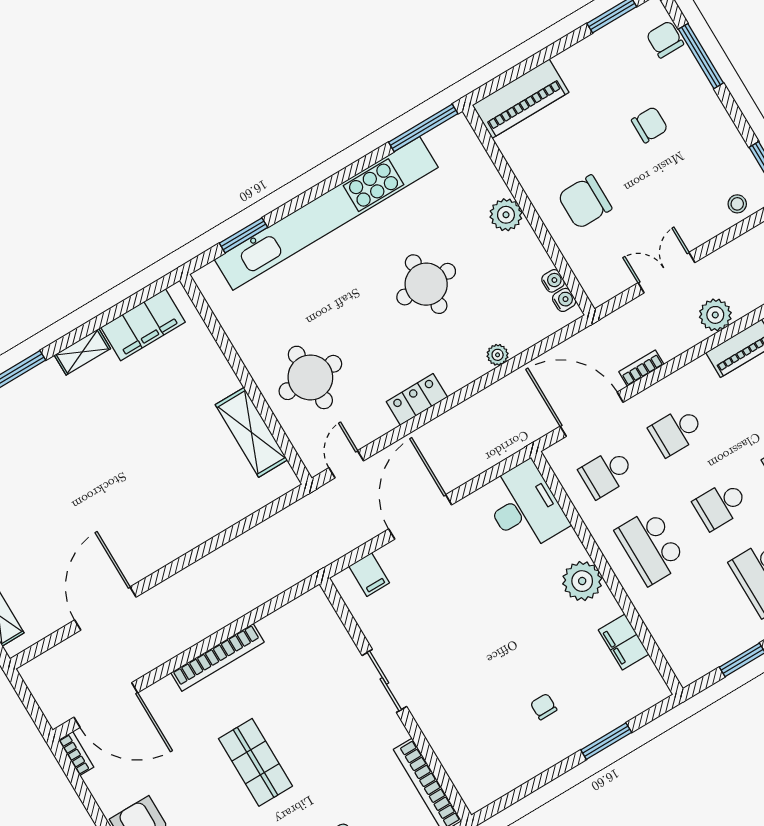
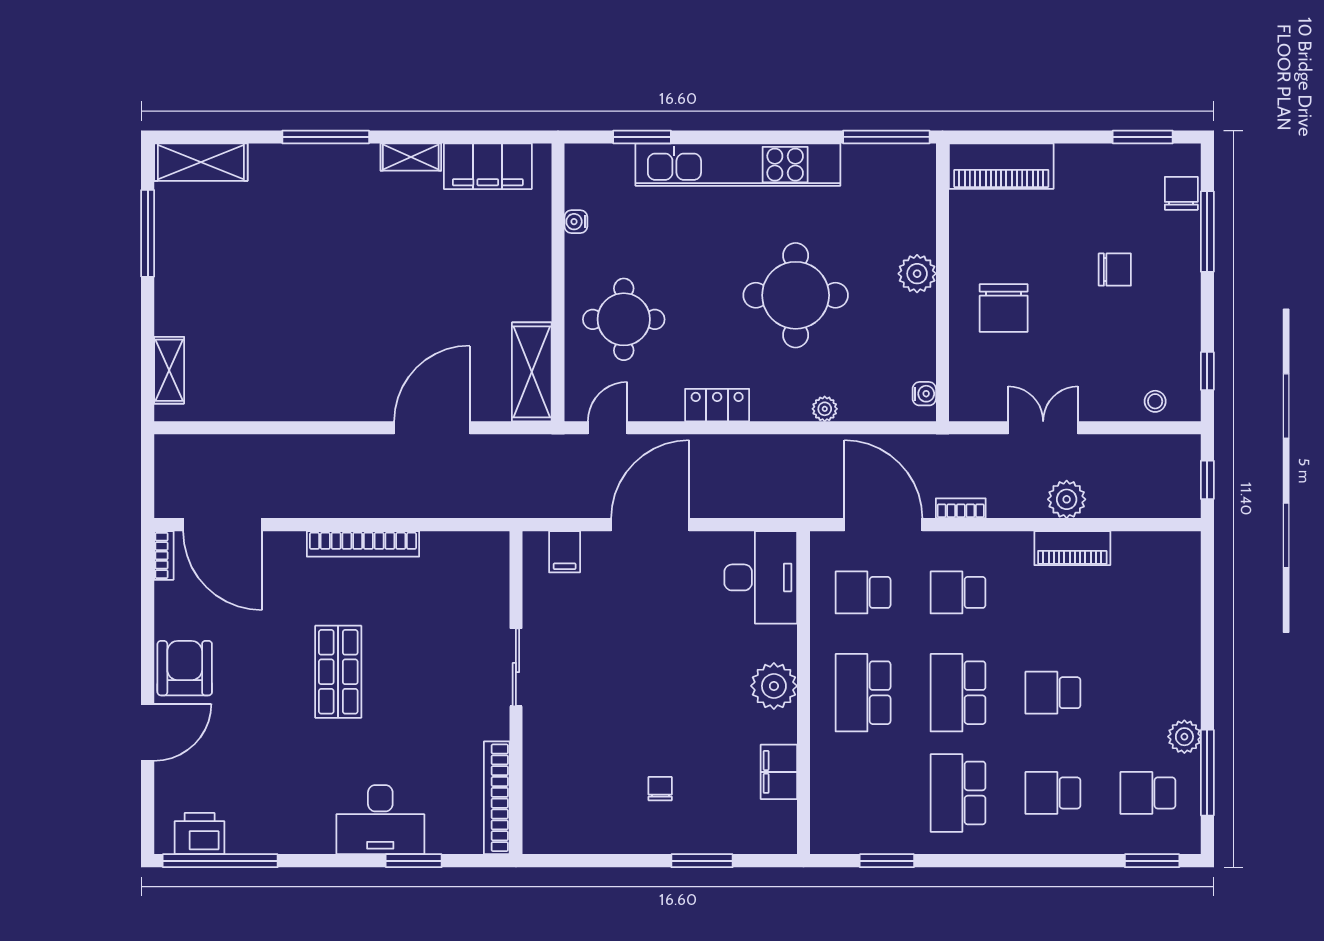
chair: (585, 202) -> (1004, 308), turned -90
kitchen unit: (326, 213) -> (738, 165), width x0.73
water cooler: (553, 281) -> (576, 222), moved, turned 180
round table: (426, 284) -> (796, 295), width x1.36, depth x1.36
shelving: (251, 432) -> (532, 372), moved
school desk: (721, 505) -> (958, 693), width x1.85
door: (105, 608) -> (432, 428), moved

